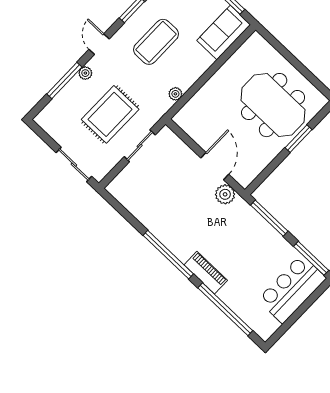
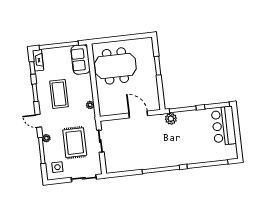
meeting table: (273, 105) -> (115, 66), moved
side table: (60, 119) -> (57, 167), added
plant: (225, 194) -> (171, 119), moved
piano: (206, 273) -> (183, 159), removed

